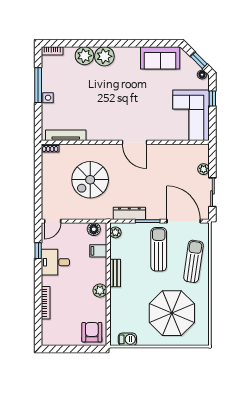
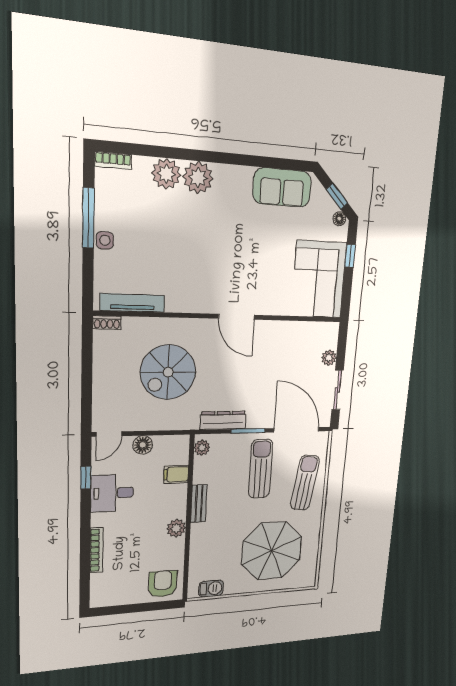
floor lamp: (94, 229) -> (143, 445), moved

